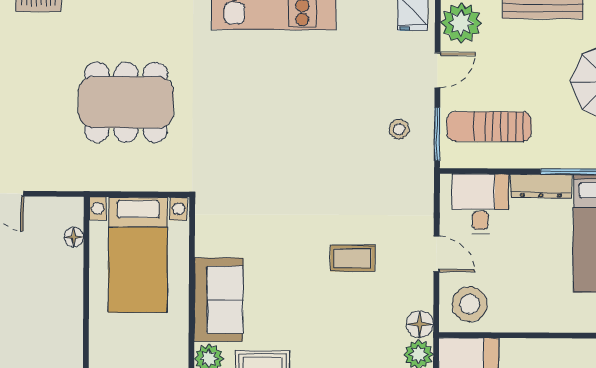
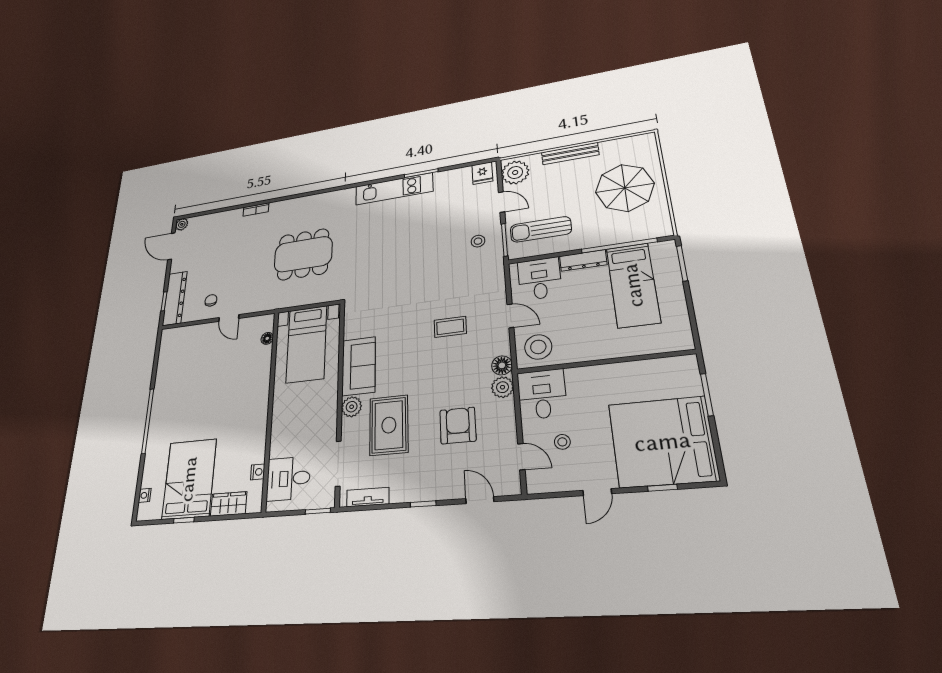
door: (438, 70) -> (502, 202), hinge flipped

